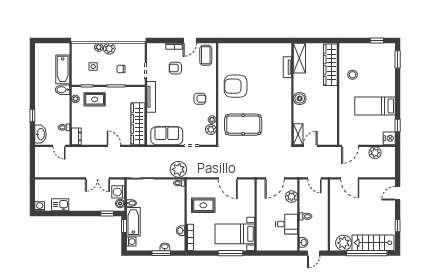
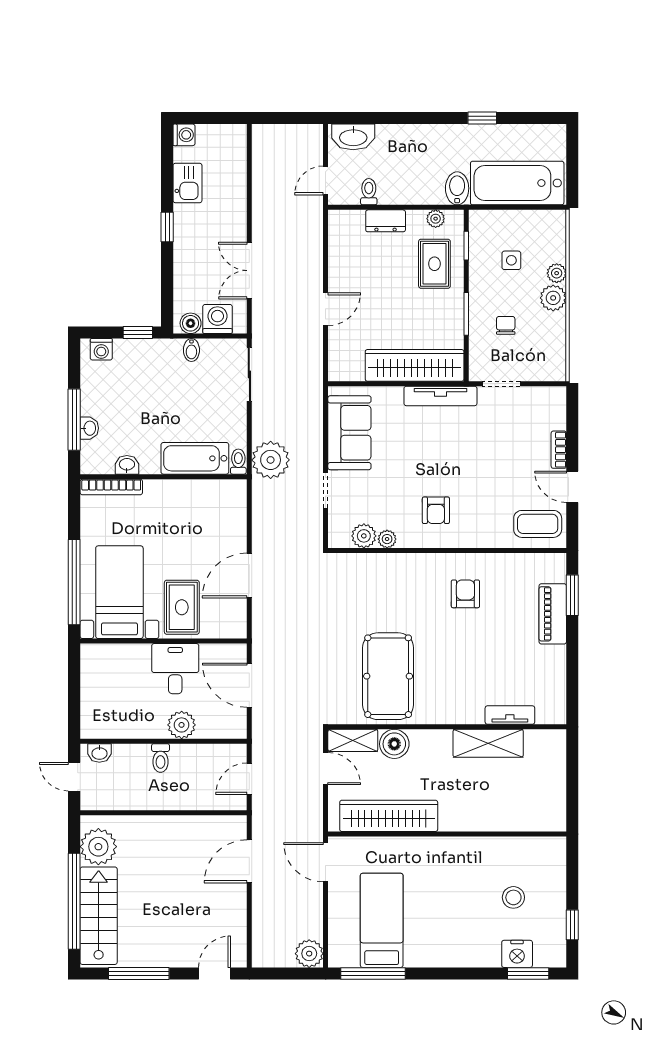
window: (236, 41) -> (572, 595), added
piano: (244, 49) -> (553, 614), added
shelving: (299, 58) -> (488, 743), moved
wardrobe: (330, 65) -> (389, 816), moved
armchair: (175, 68) -> (508, 453), removed
bathtub: (63, 69) -> (517, 183), width x1.36, depth x1.36
stool: (353, 75) -> (513, 897), moved
armchair: (236, 86) -> (465, 594), width x0.53, depth x0.53
boiler: (300, 98) -> (394, 744), moved
bed: (375, 106) -> (382, 920), moved
window: (32, 116) -> (482, 118), moved
wardrobe: (138, 124) -> (415, 365), moved
pool table: (243, 125) -> (388, 676), moved
window: (398, 126) -> (373, 973), width x2.17
dresser: (76, 136) -> (386, 221), moved
nightstand: (389, 138) -> (517, 954), moved
plant: (375, 153) -> (309, 954), moved
door: (398, 193) -> (215, 973), hinge flipped
plant: (292, 197) -> (182, 725), moved
rug: (203, 205) -> (182, 607), moved
window: (107, 213) -> (167, 227), moved
bathtub: (133, 222) -> (195, 458), moved, turned 180
desk: (287, 224) -> (175, 669), moved, turned 180
window: (398, 226) -> (139, 973), width x2.17
window: (161, 253) -> (74, 420), width x1.44
window: (231, 253) -> (74, 582), width x1.46

